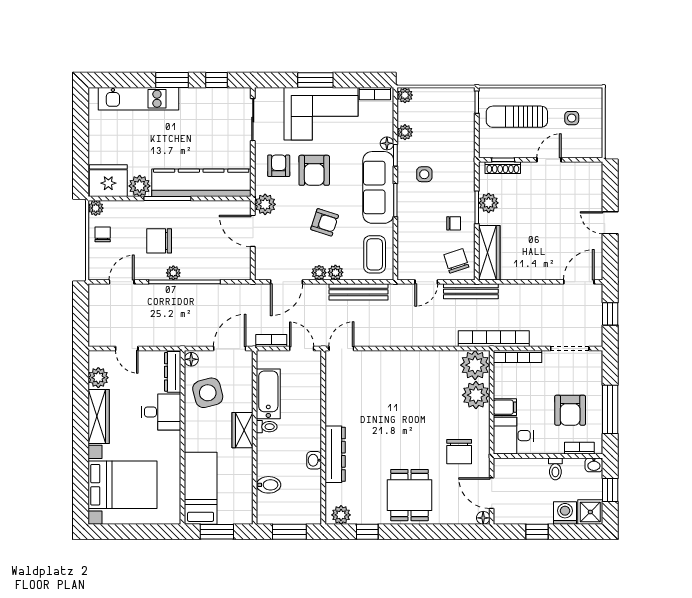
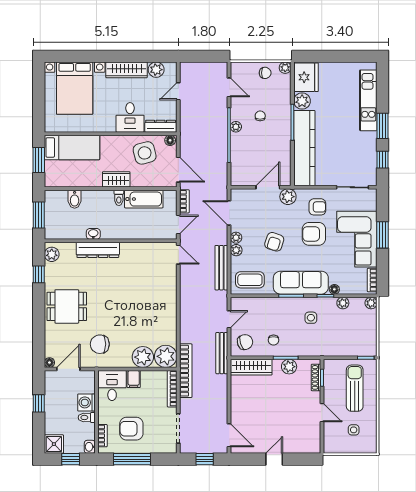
chair: (159, 241) -> (260, 116), width x0.54, depth x0.54
door: (426, 282) -> (229, 319), swing flipped
washing machine: (565, 513) -> (86, 402), moved, turned 180

